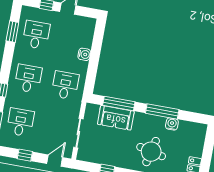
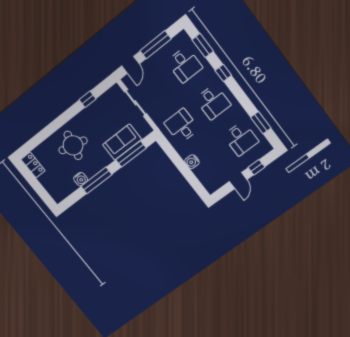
desk: (65, 85) -> (182, 126), turned 180
window: (25, 155) -> (156, 45), width x2.17

